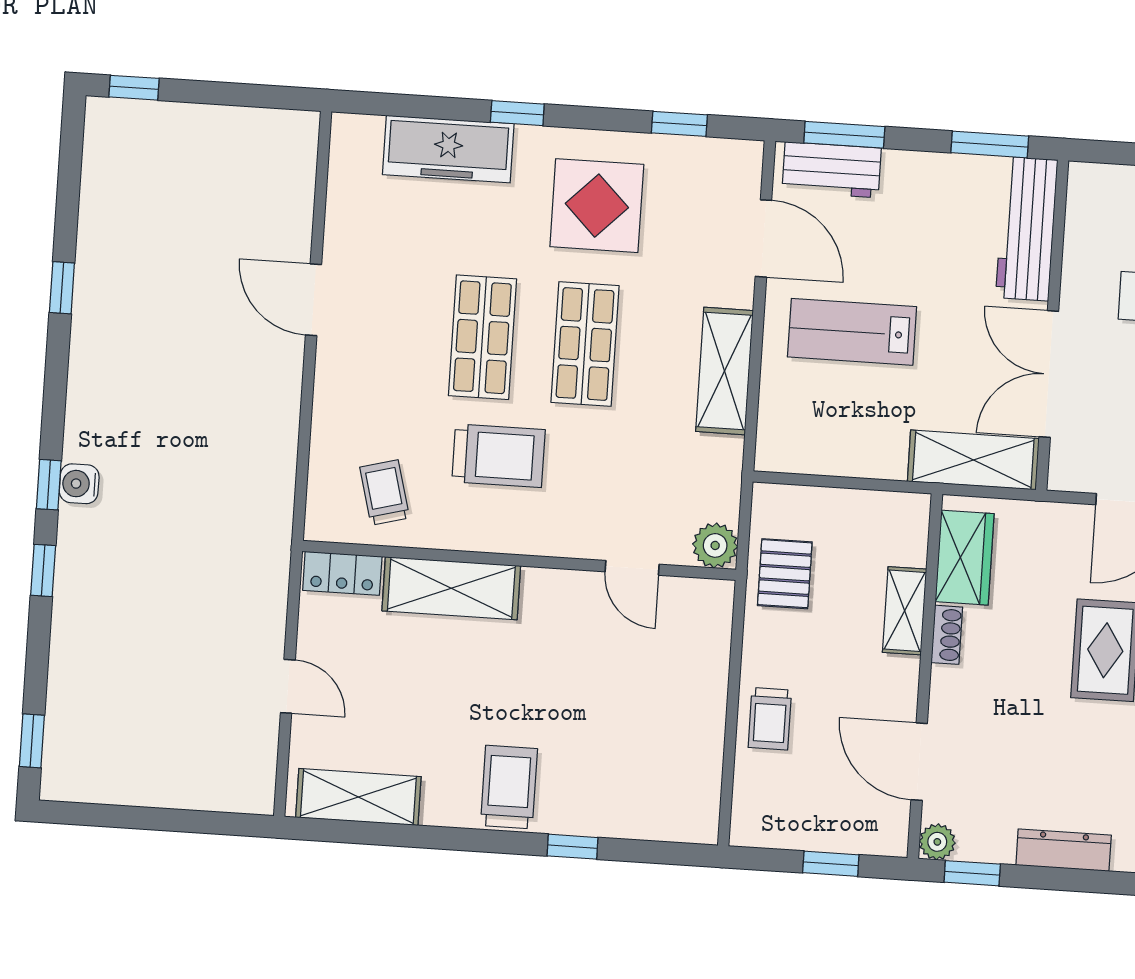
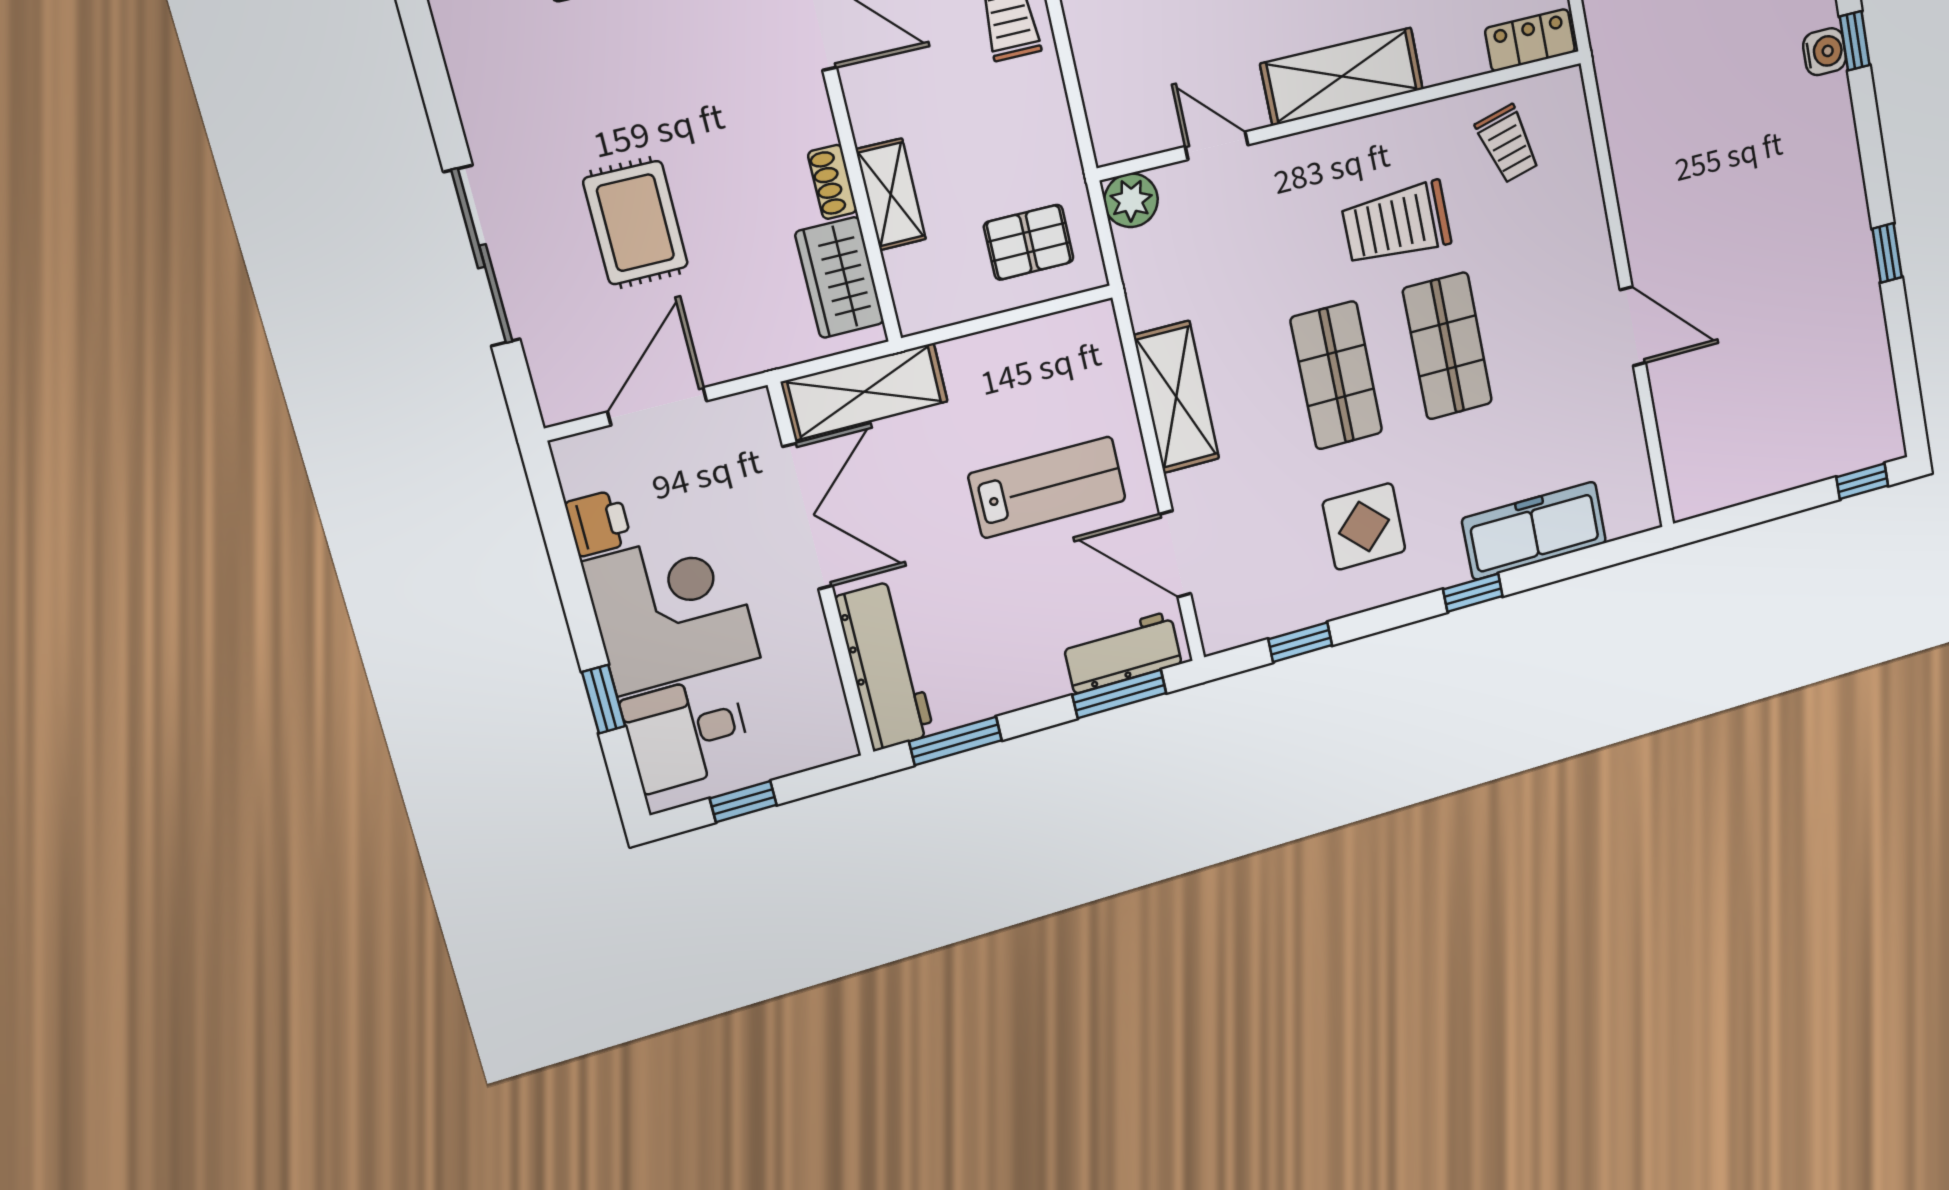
display table: (597, 206) -> (1364, 526), width x0.73, depth x0.73
pallet: (785, 574) -> (1029, 242), moved, turned 90
shelving: (451, 588) -> (1342, 76), moved

